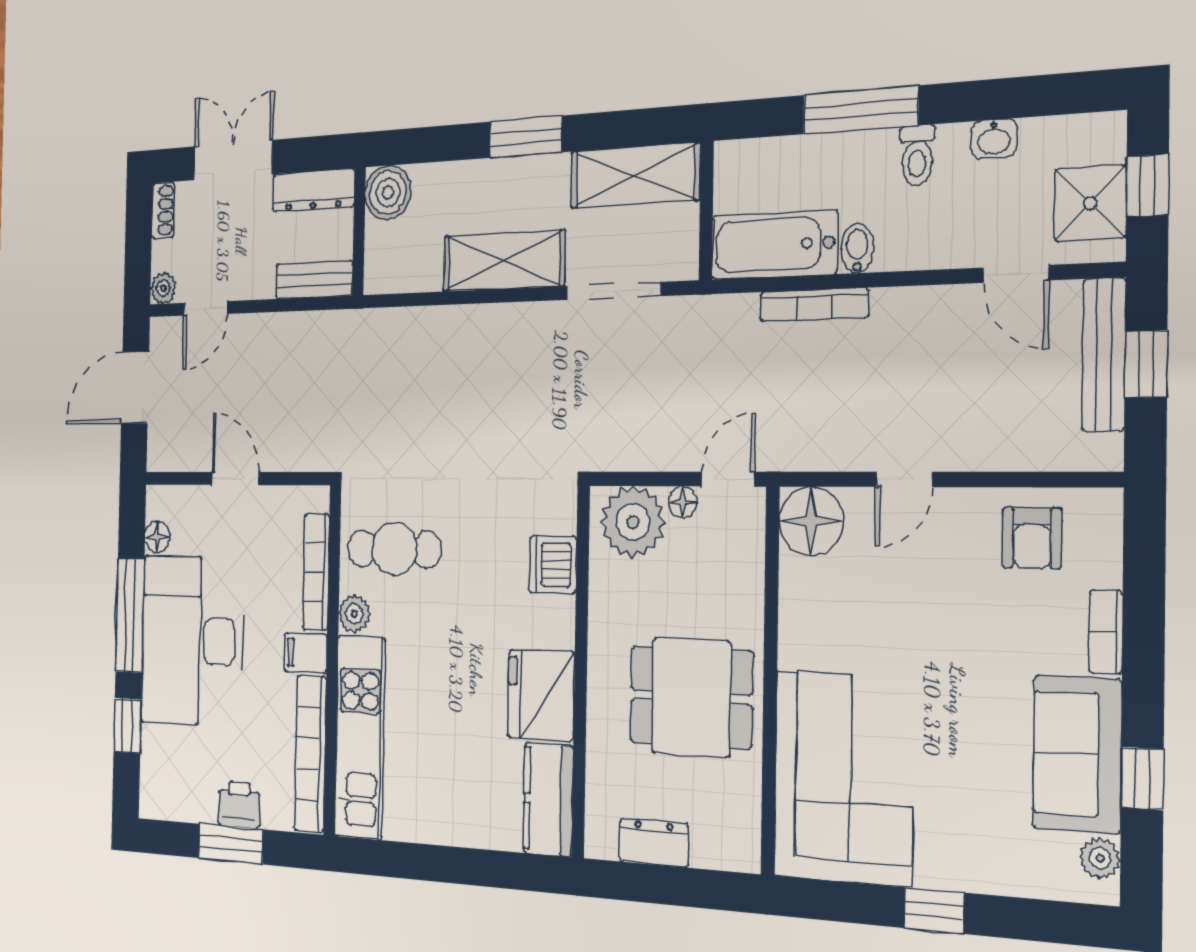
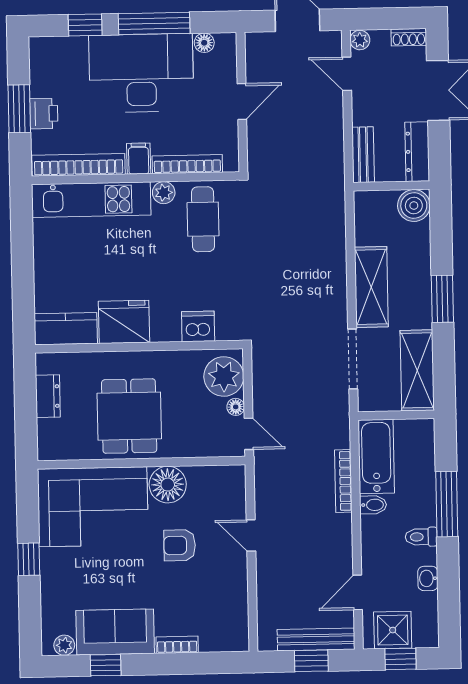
floor lamp: (811, 521) -> (168, 485), moved
armchair: (1032, 538) -> (180, 545), moved

